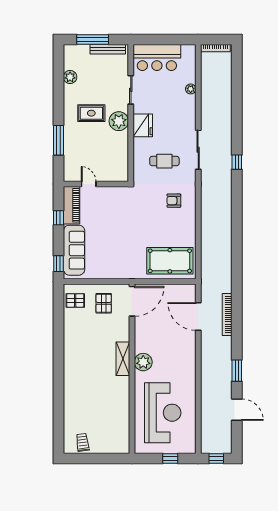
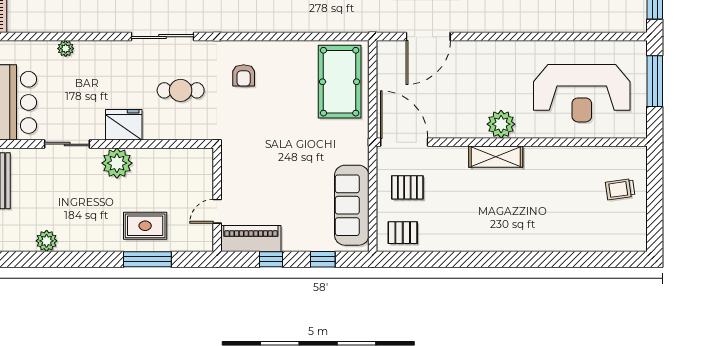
rug: (91, 113) -> (145, 226), moved, turned 90
cafe table: (164, 161) -> (181, 90), turned 90
sofa: (74, 250) -> (352, 205), moved, turned -90
window: (59, 264) -> (323, 259), moved
pallet: (75, 300) -> (403, 233), turned 90
reception desk: (163, 413) -> (582, 93), turned 180
trolley: (83, 442) -> (620, 189), moved
window: (170, 459) -> (655, 81), width x2.17

